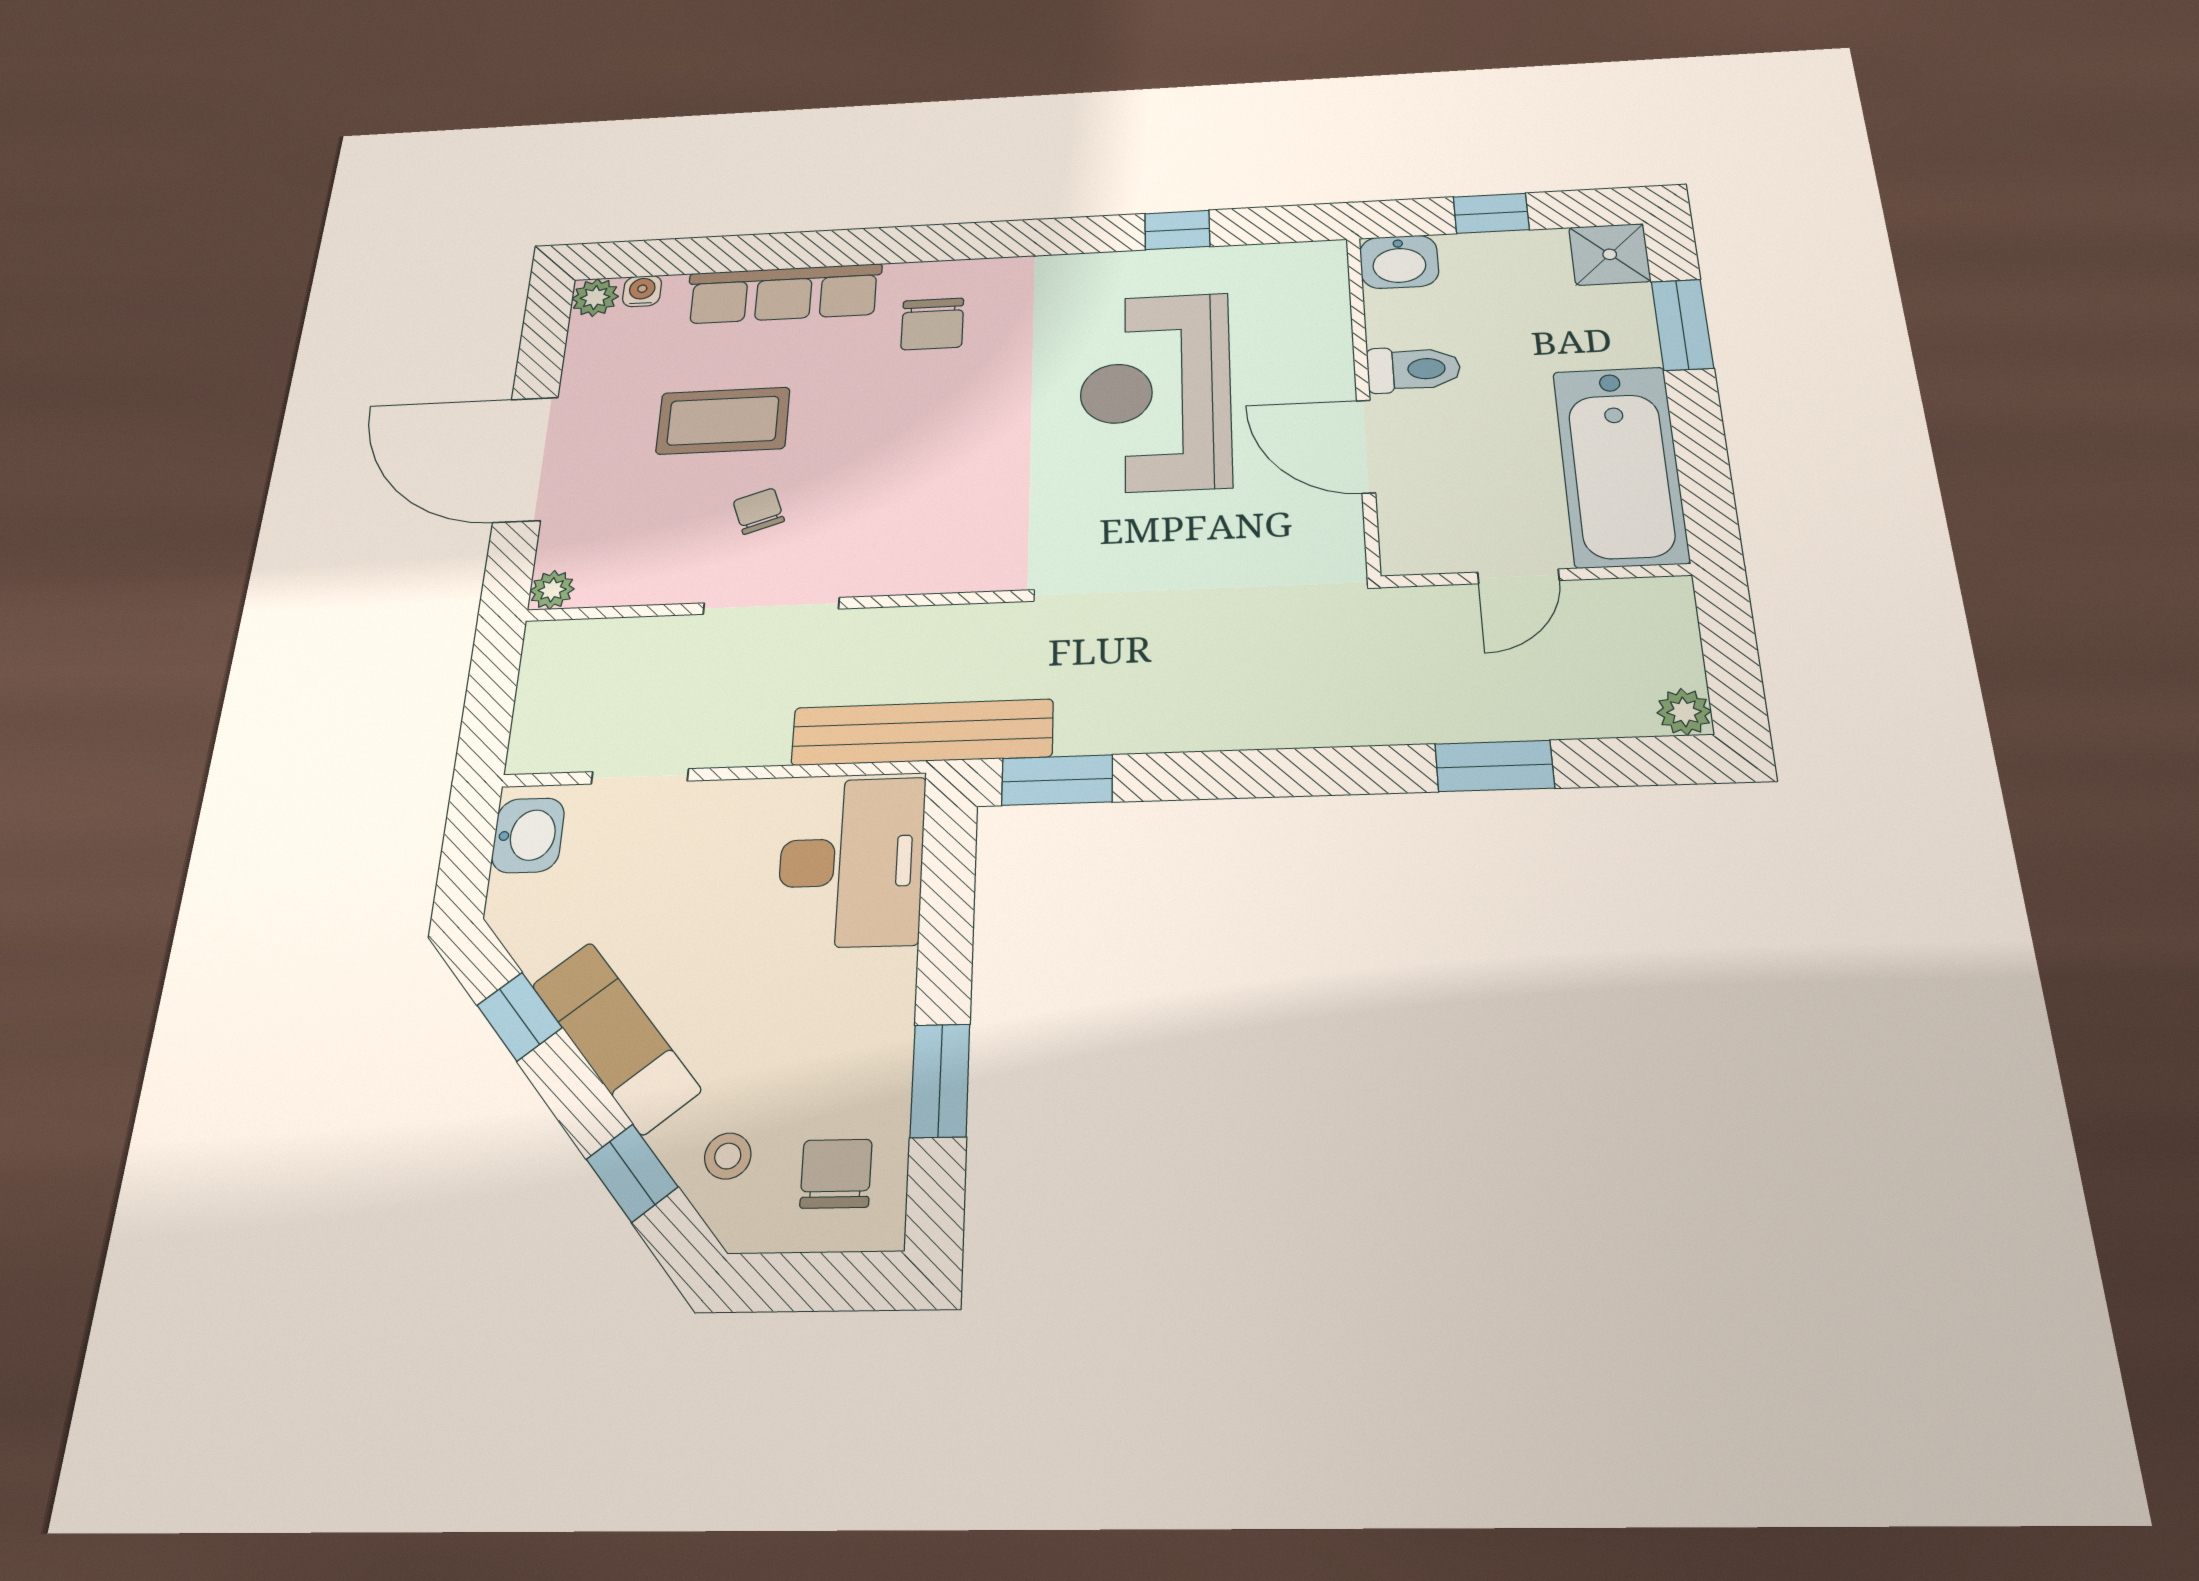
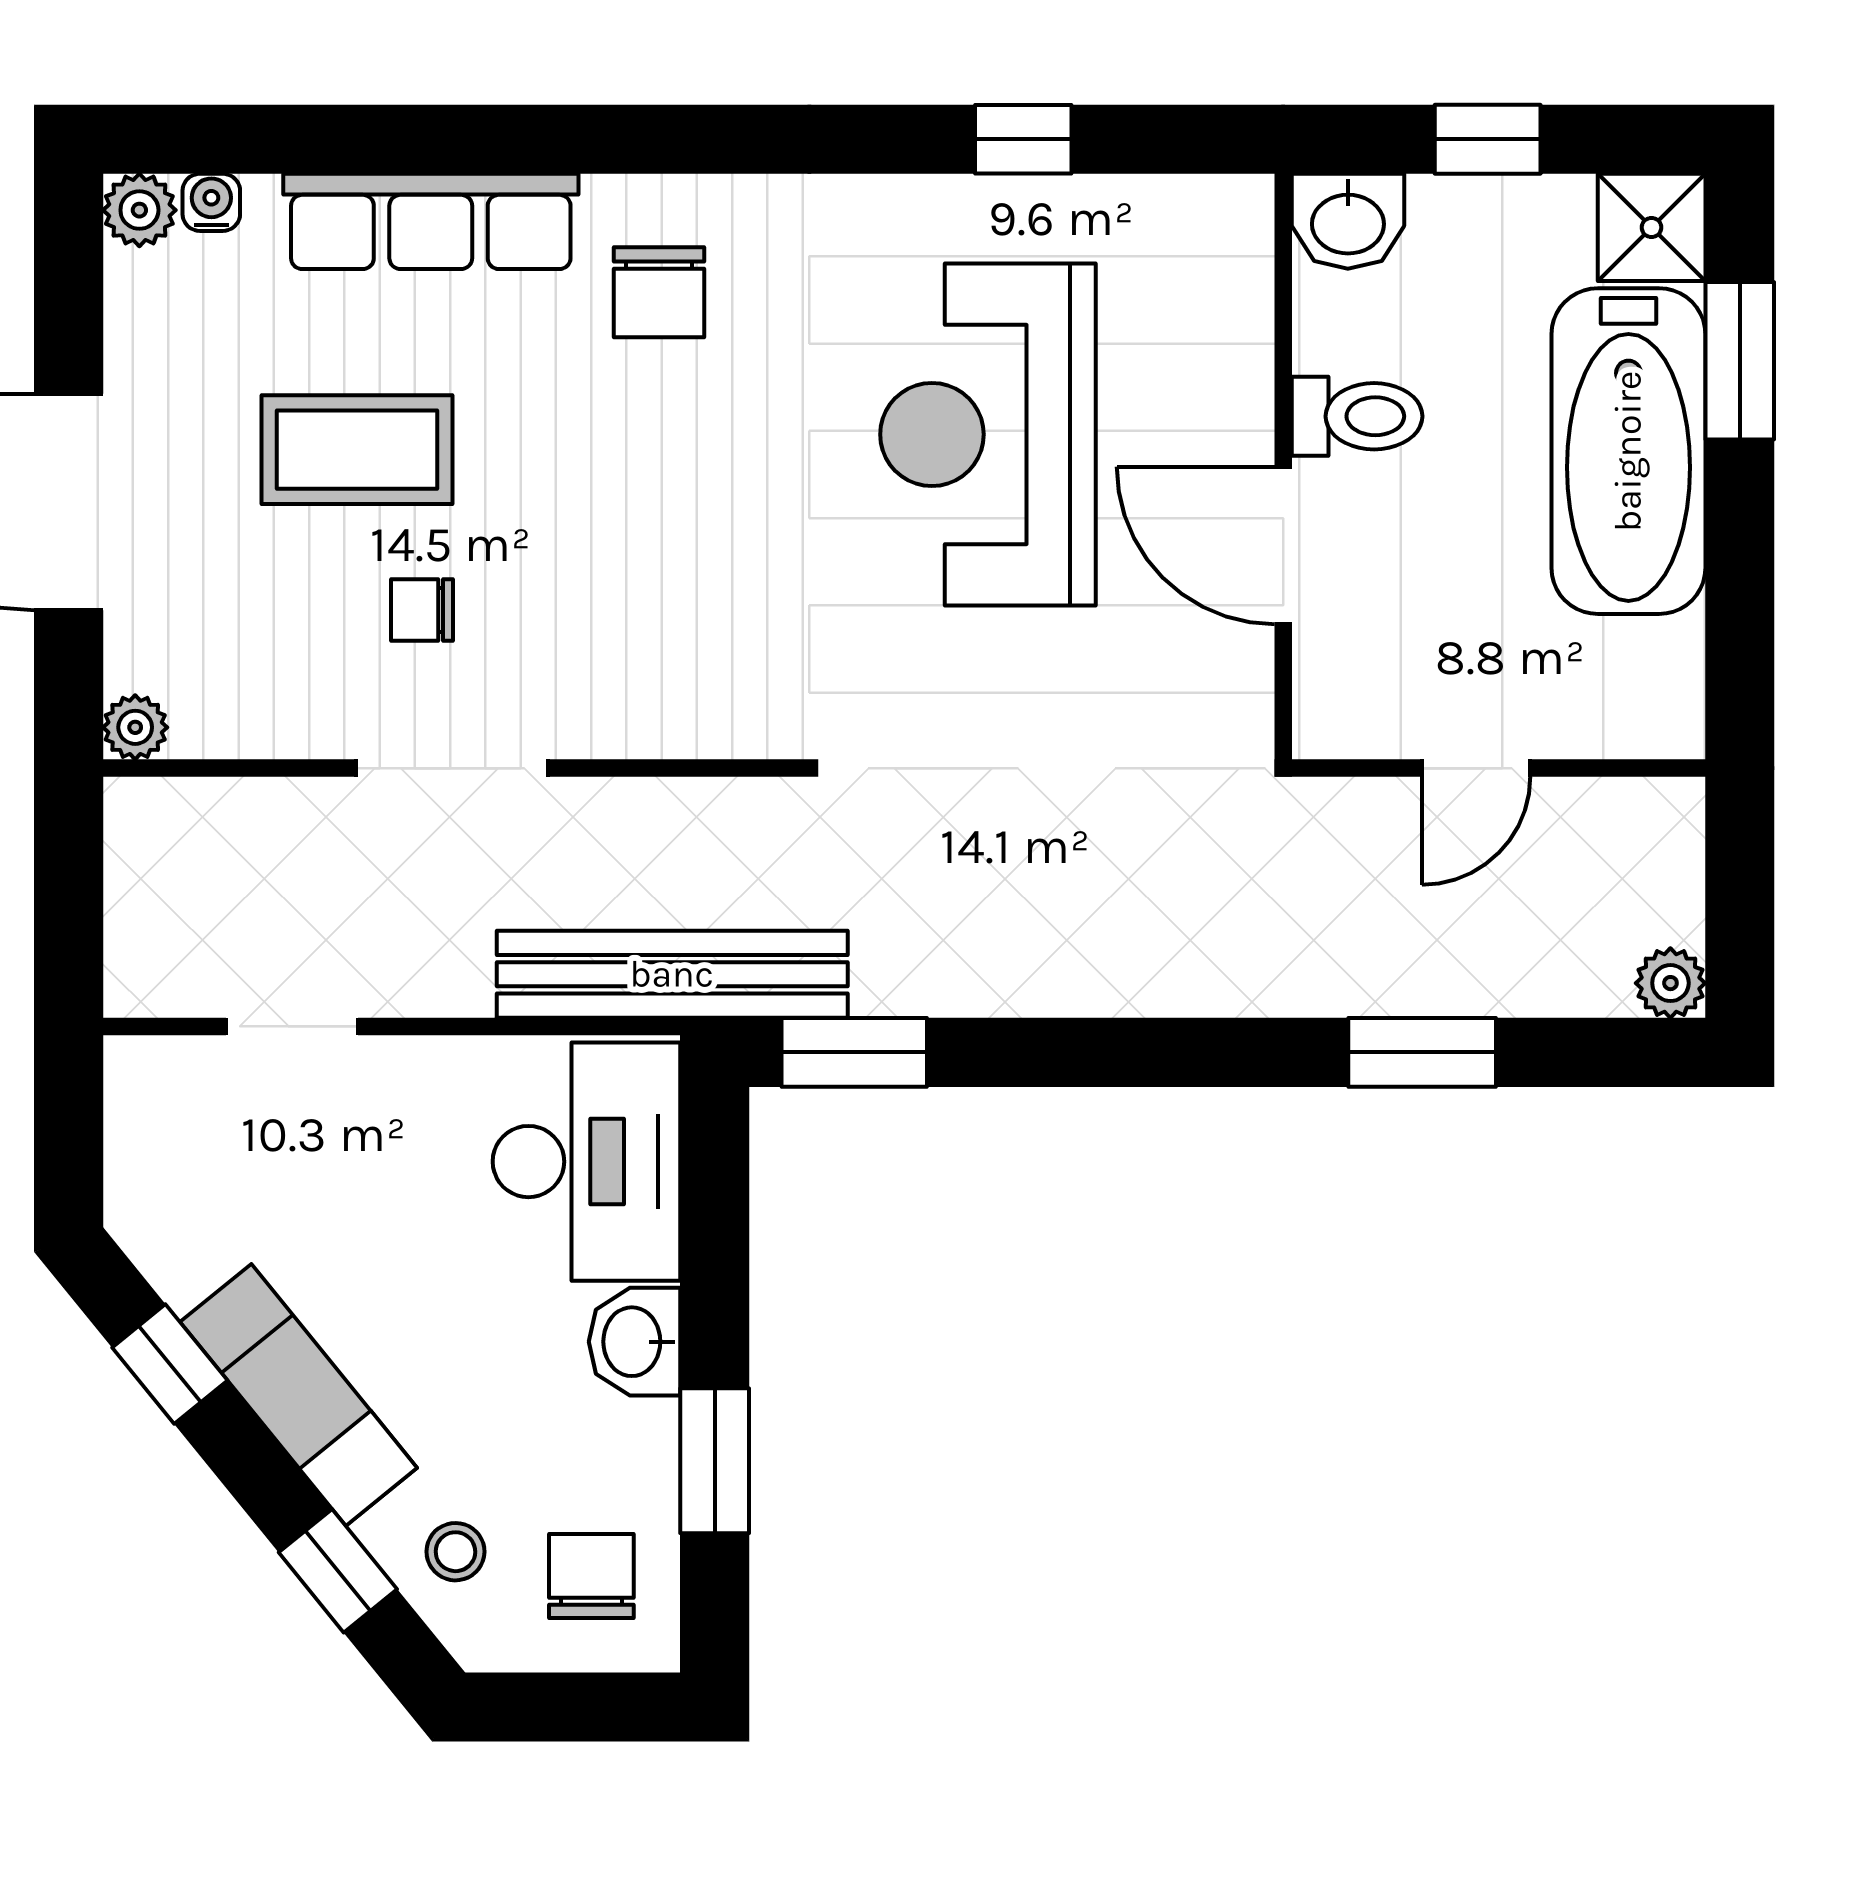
bathtub: (1620, 466) -> (1628, 451), moved
chair: (759, 511) -> (422, 610), turned -71
washbasin: (528, 835) -> (635, 1342), moved, turned 180

